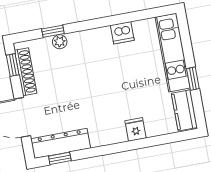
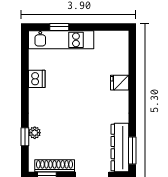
window: (193, 79) -> (59, 27), moved
kitchen counter: (184, 110) -> (111, 39), removed
window: (60, 158) -> (132, 151), width x1.50

